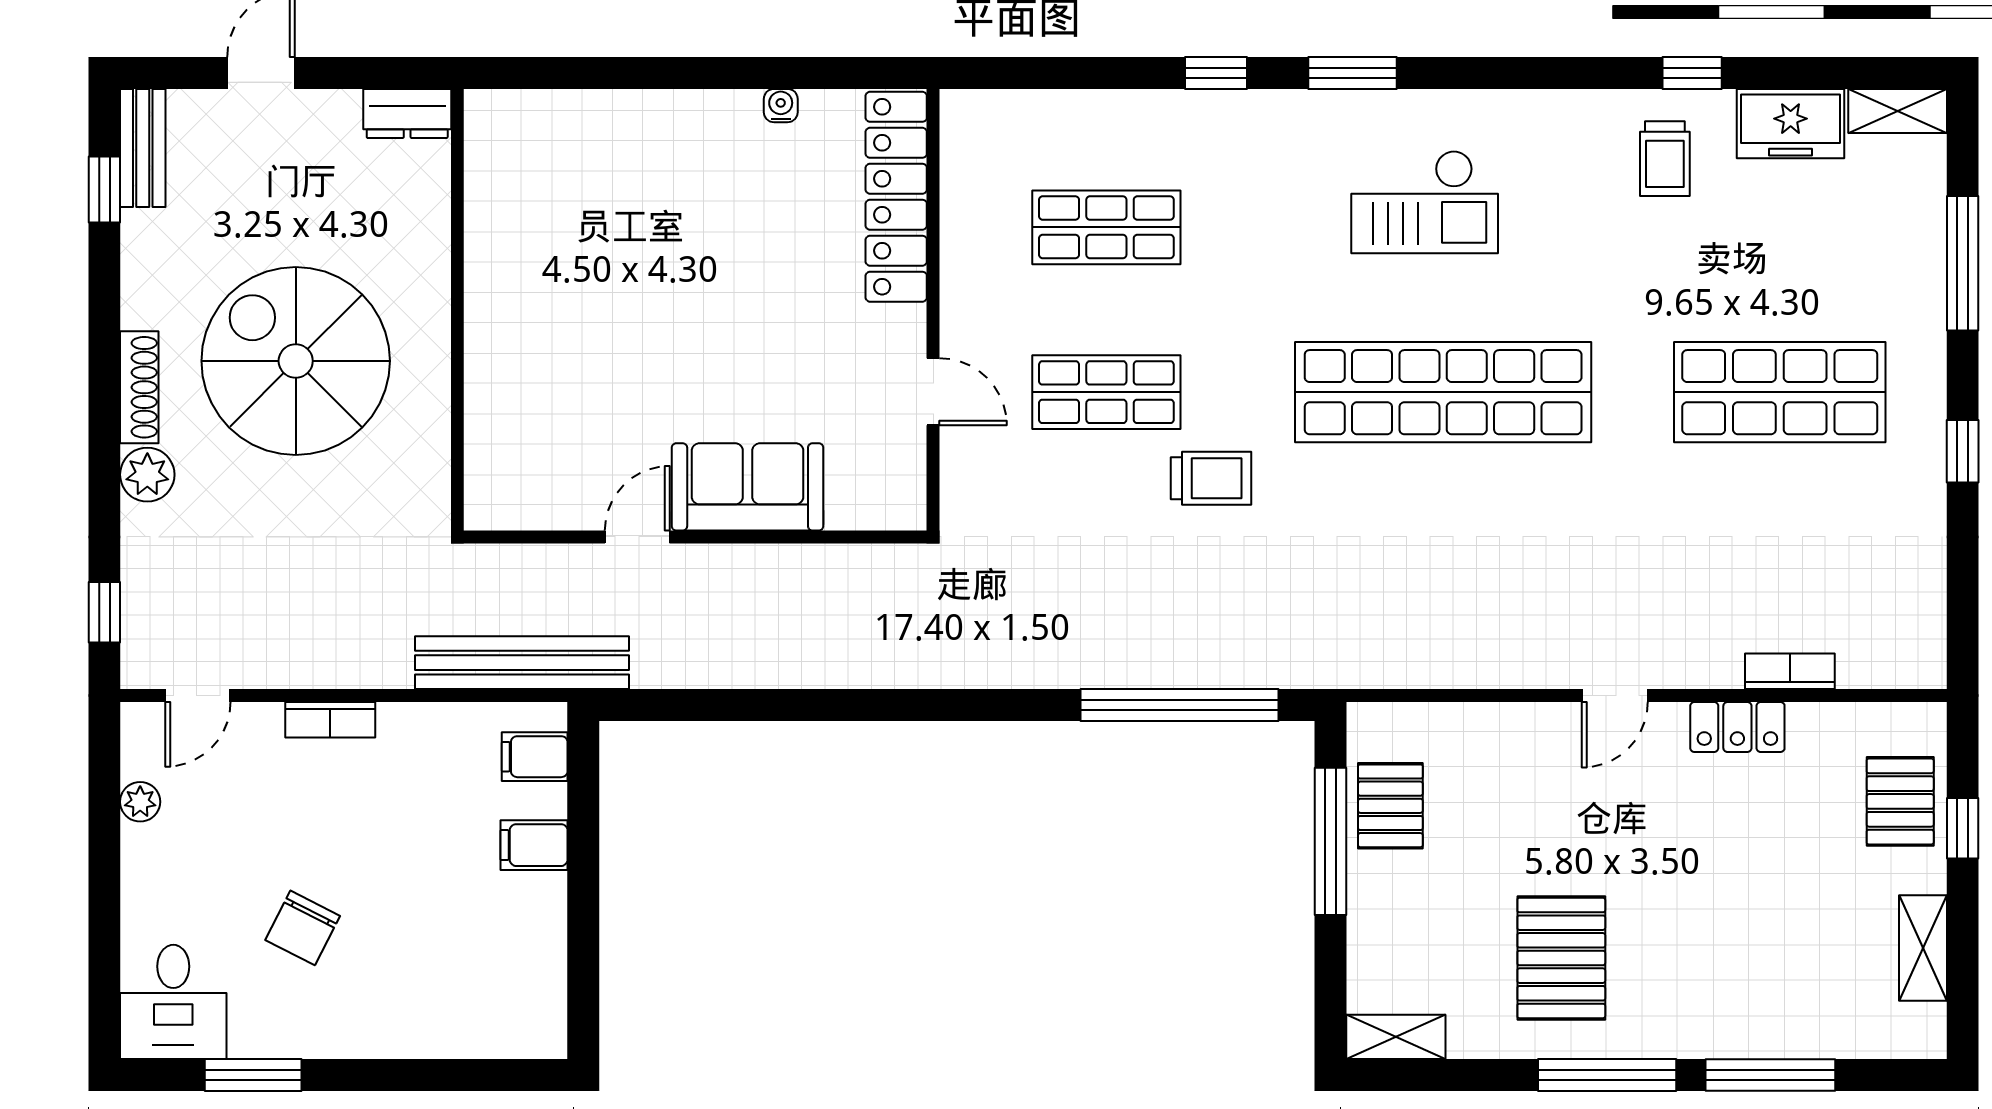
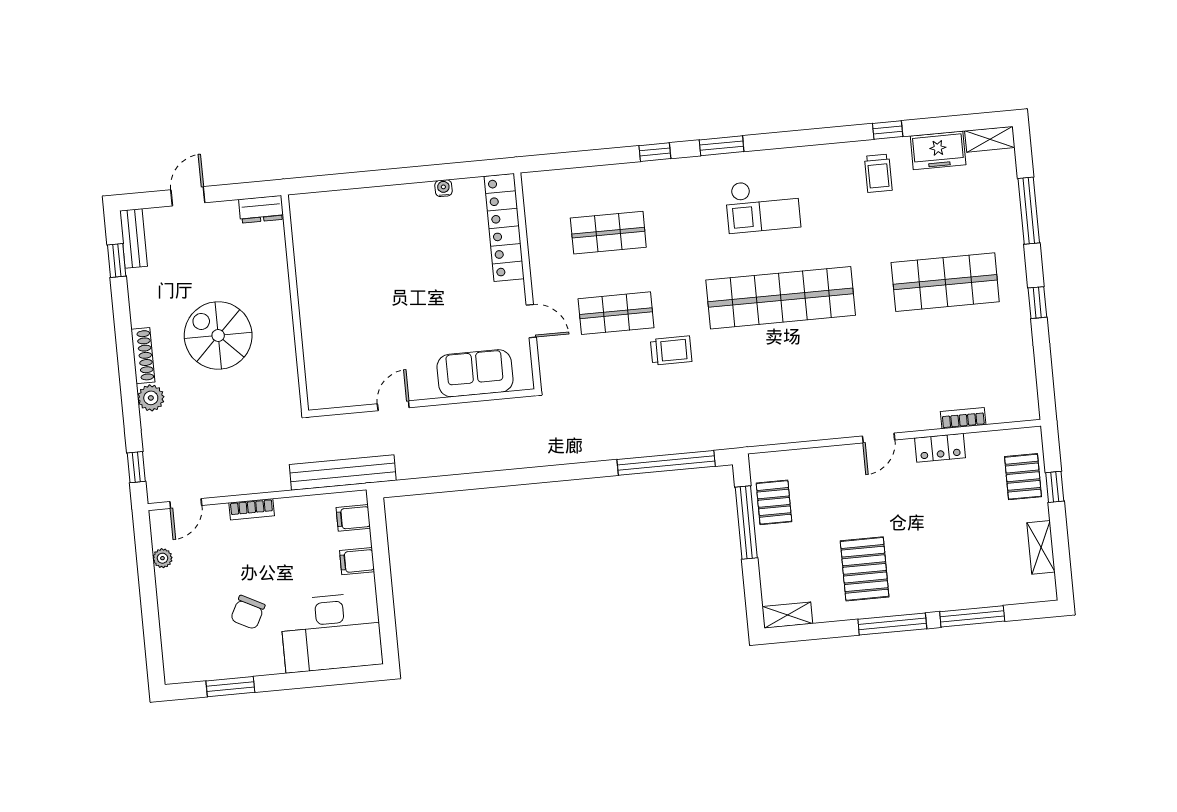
spiral stairs: (296, 361) -> (218, 335), width x0.73, depth x0.73
sofa: (748, 487) -> (475, 373), moved
desk: (173, 1002) -> (331, 632), moved, width x1.87, depth x1.30

